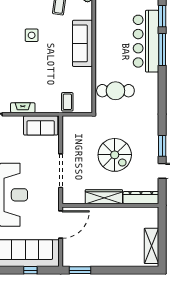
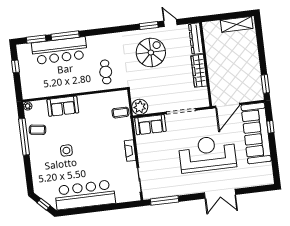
sofa: (82, 43) -> (63, 106), width x0.73
cafe table: (115, 91) -> (106, 72), width x0.73, depth x0.74
sofa: (41, 125) -> (150, 125), moved, turned 90
plant: (71, 125) -> (140, 107), added
spiral stairs: (115, 155) -> (151, 52), moved
door: (61, 224) -> (228, 105), swing flipped

